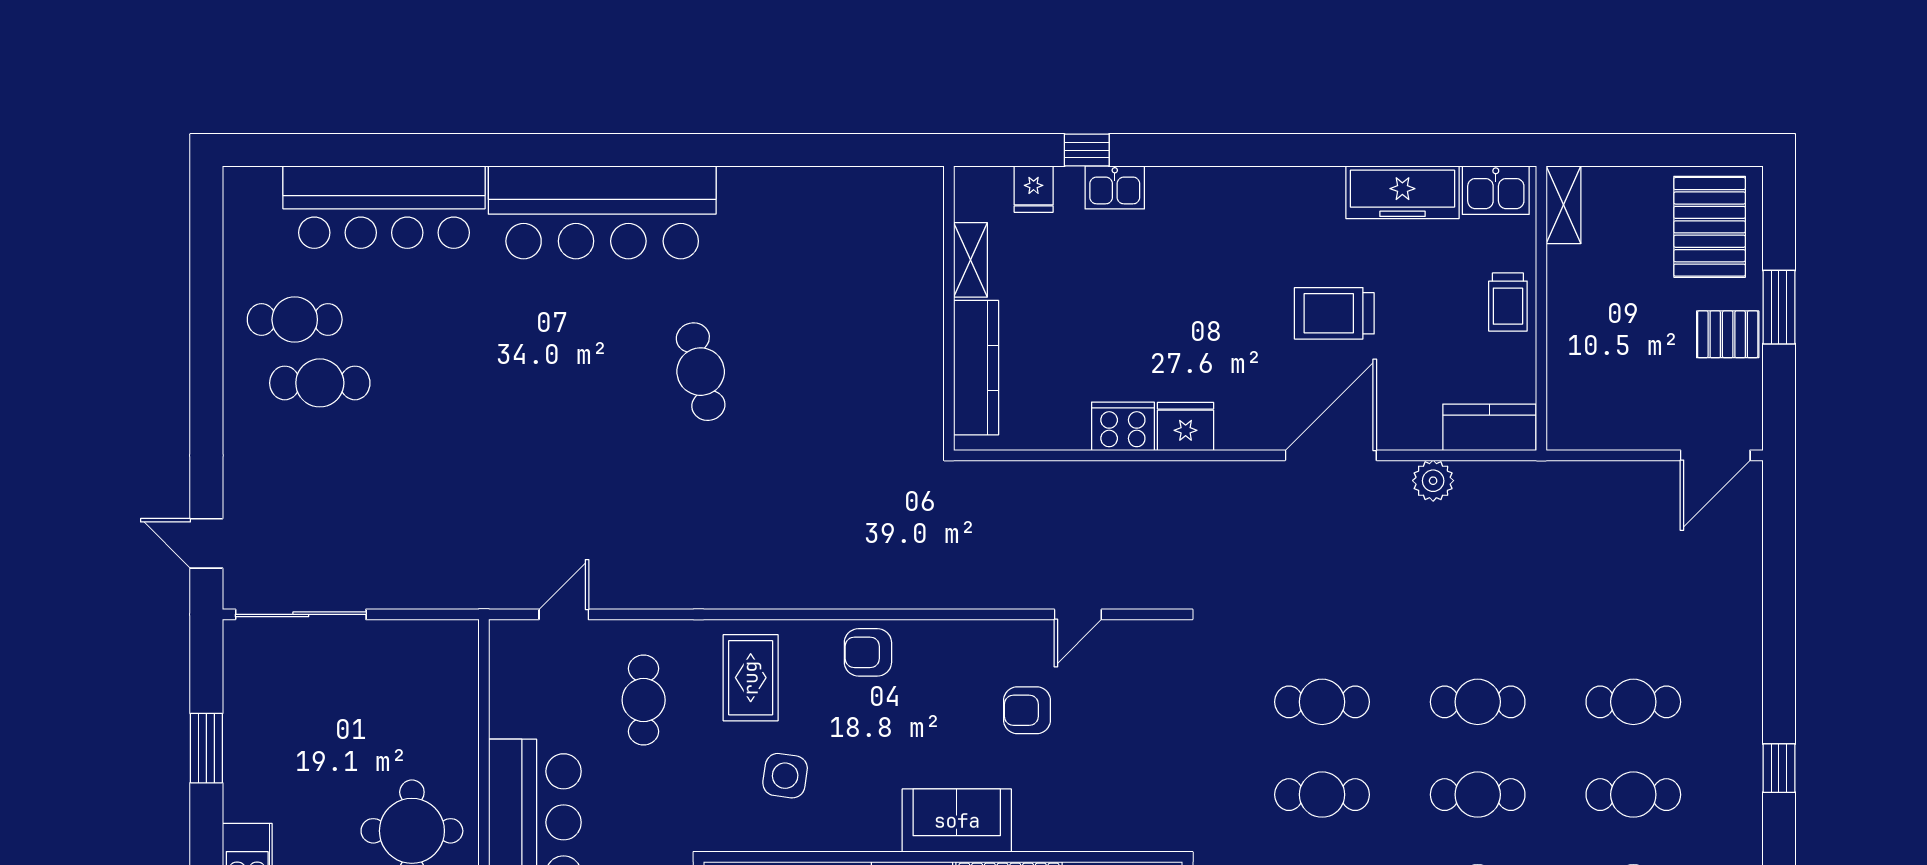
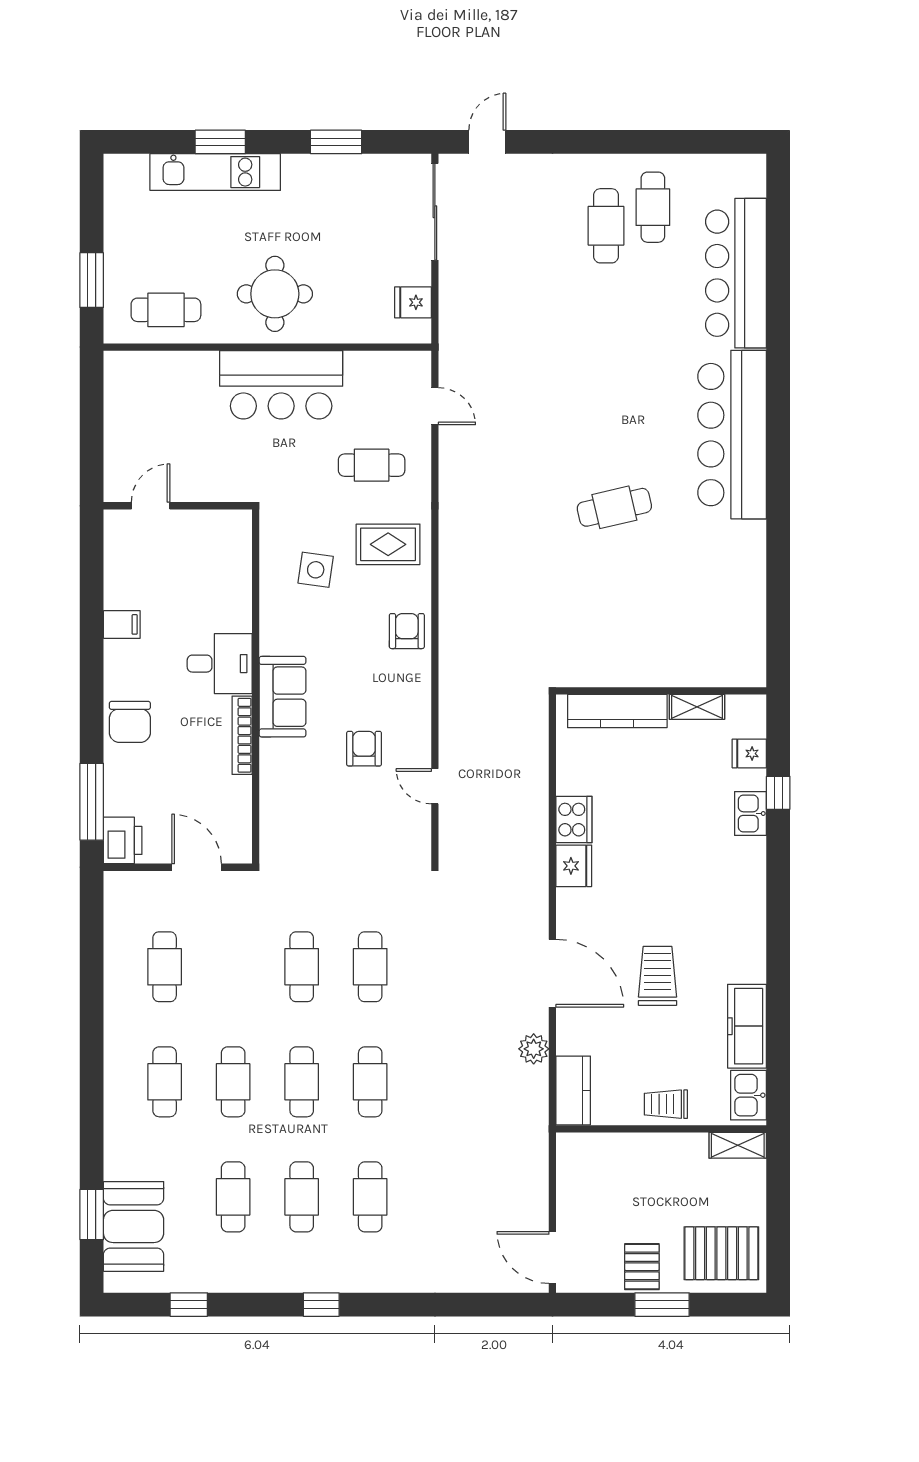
fridge: (423, 644) -> (413, 302), added

